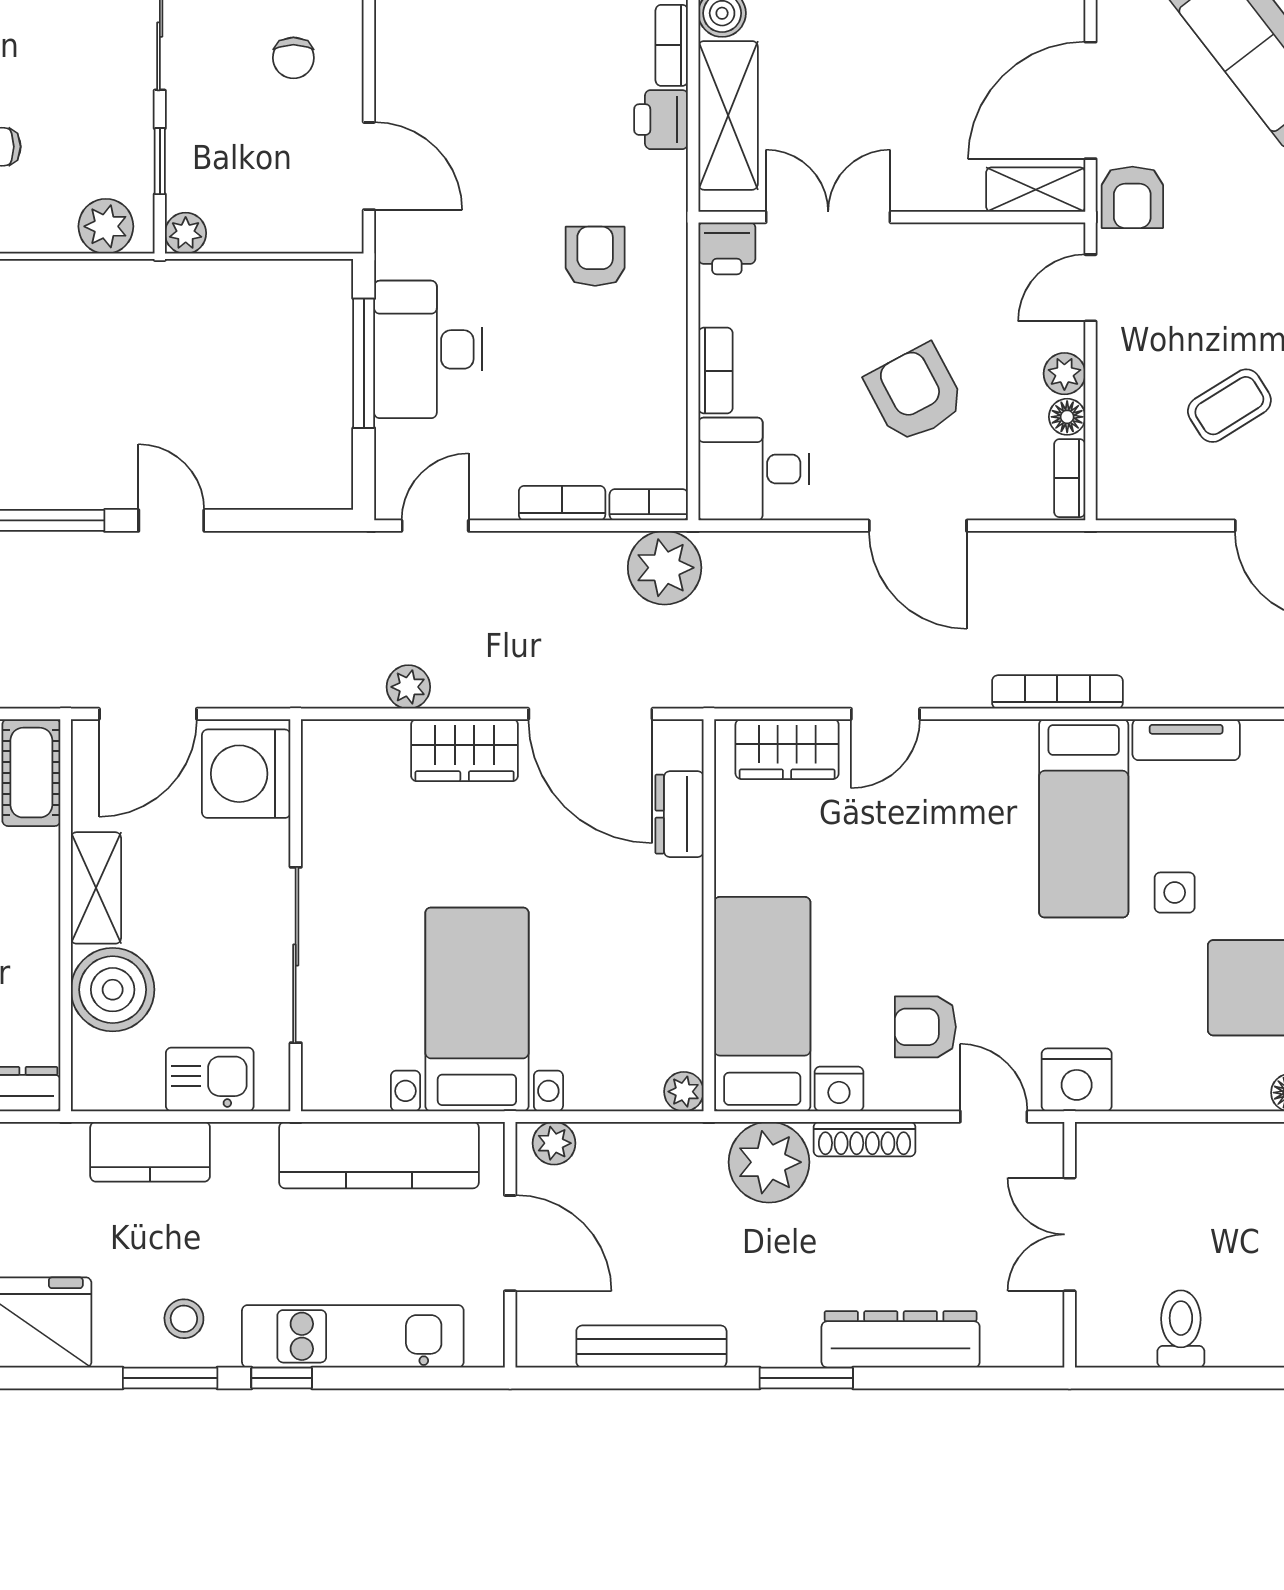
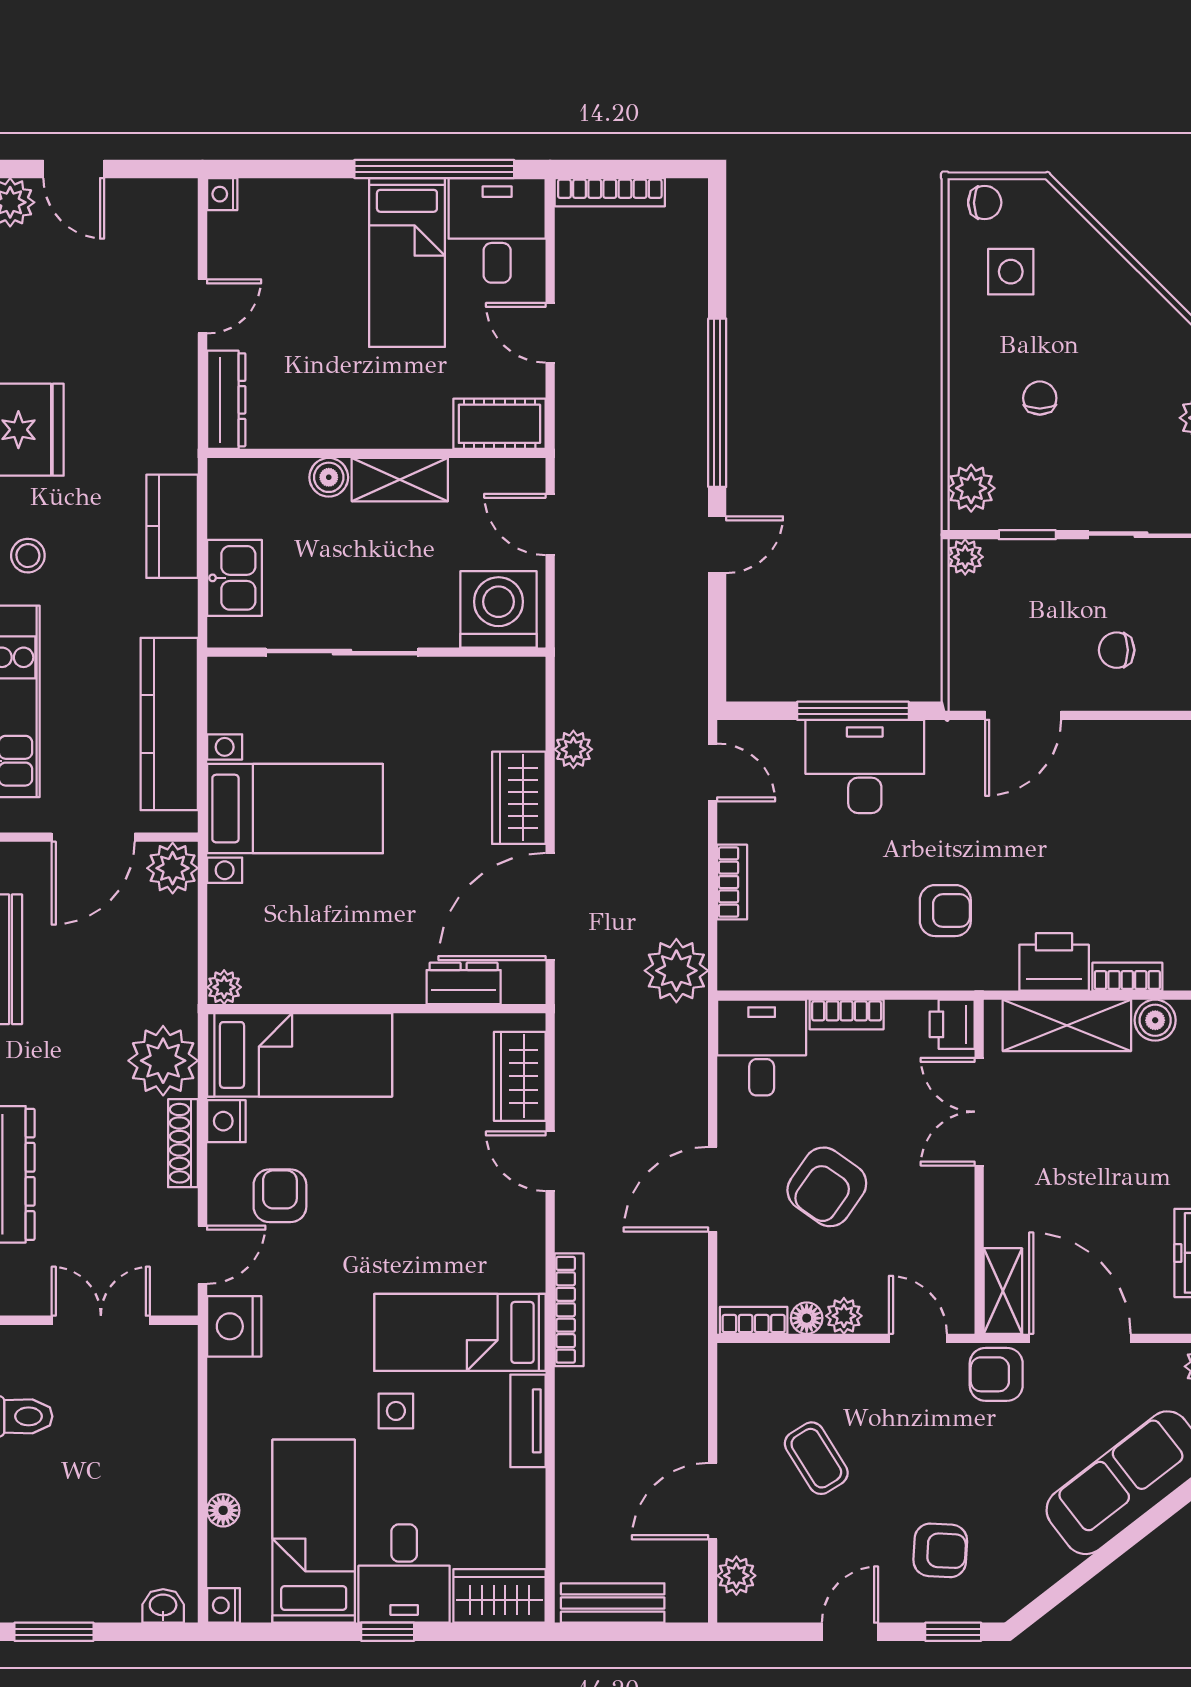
printer: (661, 120) -> (1054, 962), width x1.36, depth x1.24
double door: (828, 217) -> (979, 1112), swing flipped
armchair: (915, 393) -> (827, 1187), turned 153
bookcase: (649, 505) -> (731, 957), removed
door: (148, 714) -> (550, 524), width x0.73
boiler: (113, 990) -> (329, 477), width x0.54, depth x0.54
plant: (554, 1143) -> (173, 868), width x1.38, depth x1.38

